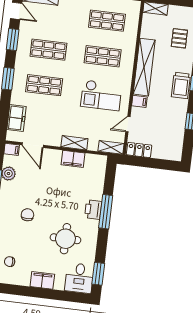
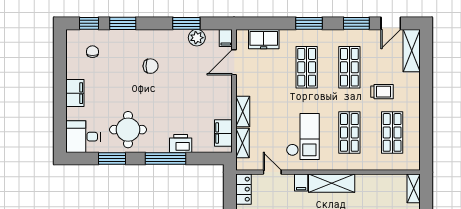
trolley: (72, 25) -> (382, 92), added
shelving: (144, 67) -> (332, 183), width x0.68
checkout: (101, 95) -> (303, 136), turned 180
shelving: (111, 147) -> (243, 143), moved
filing cabinet: (73, 159) -> (223, 133), moved
printer: (93, 210) -> (181, 143), moved
round table: (65, 239) -> (128, 130), moved
window: (98, 274) -> (112, 158), moved

